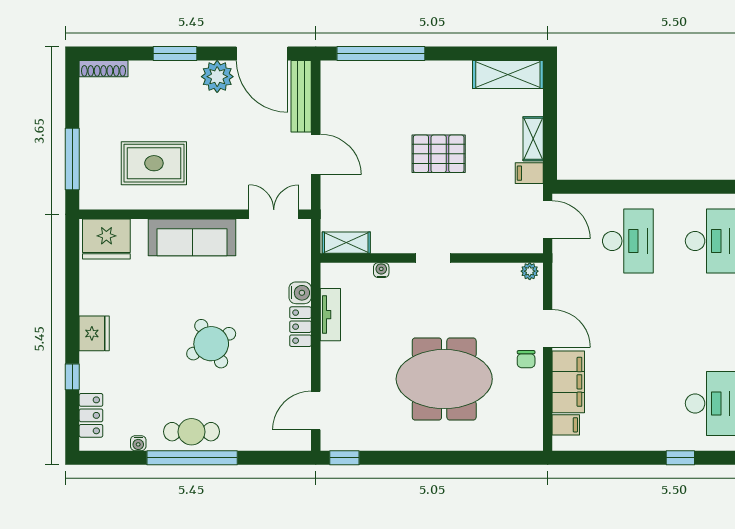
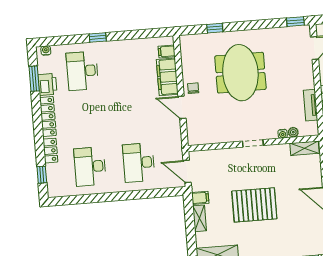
pallet: (439, 154) -> (254, 205), width x1.37, depth x1.41
plant: (530, 271) -> (293, 132), moved
meeting table: (444, 379) -> (240, 73), turned 90
window: (481, 458) -> (215, 28), added

